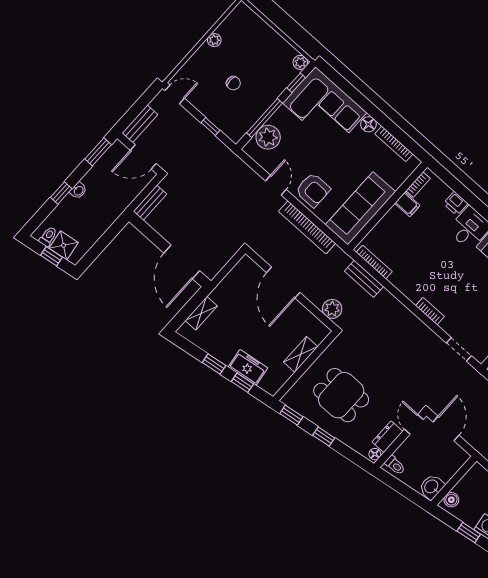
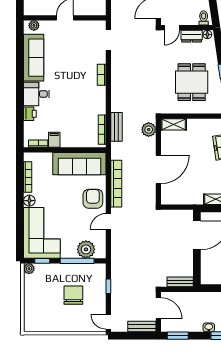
plant: (214, 40) -> (59, 327), removed
chair: (233, 83) -> (73, 295), width x1.87, depth x1.87
shelving: (301, 354) -> (174, 124), moved

